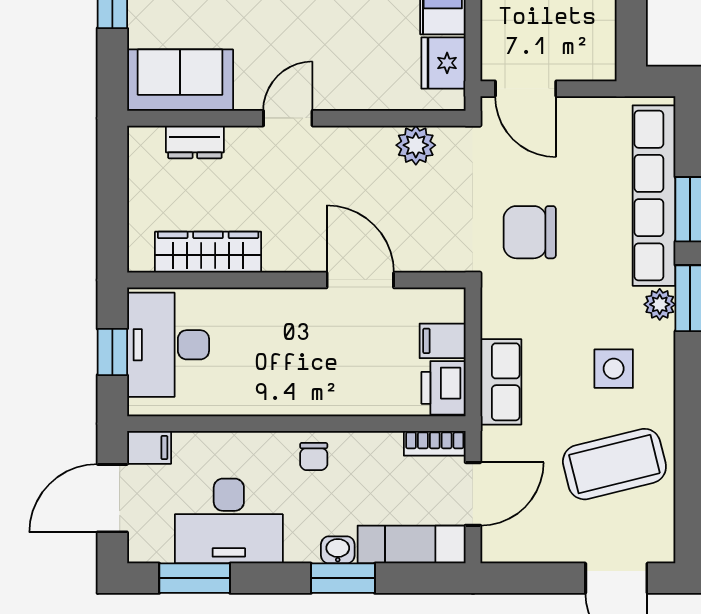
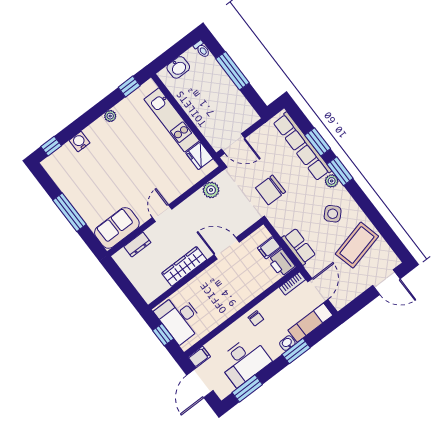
wardrobe: (208, 252) -> (184, 266), moved
side table: (614, 369) -> (333, 214), turned 45

